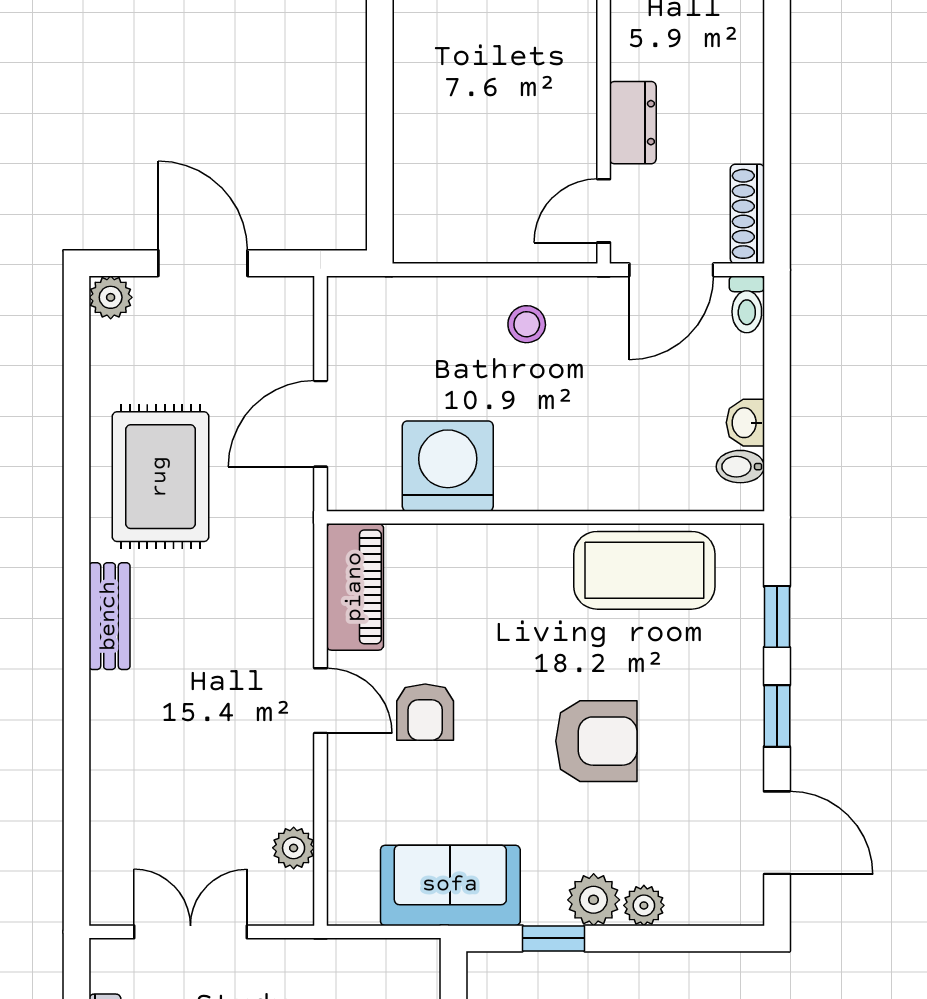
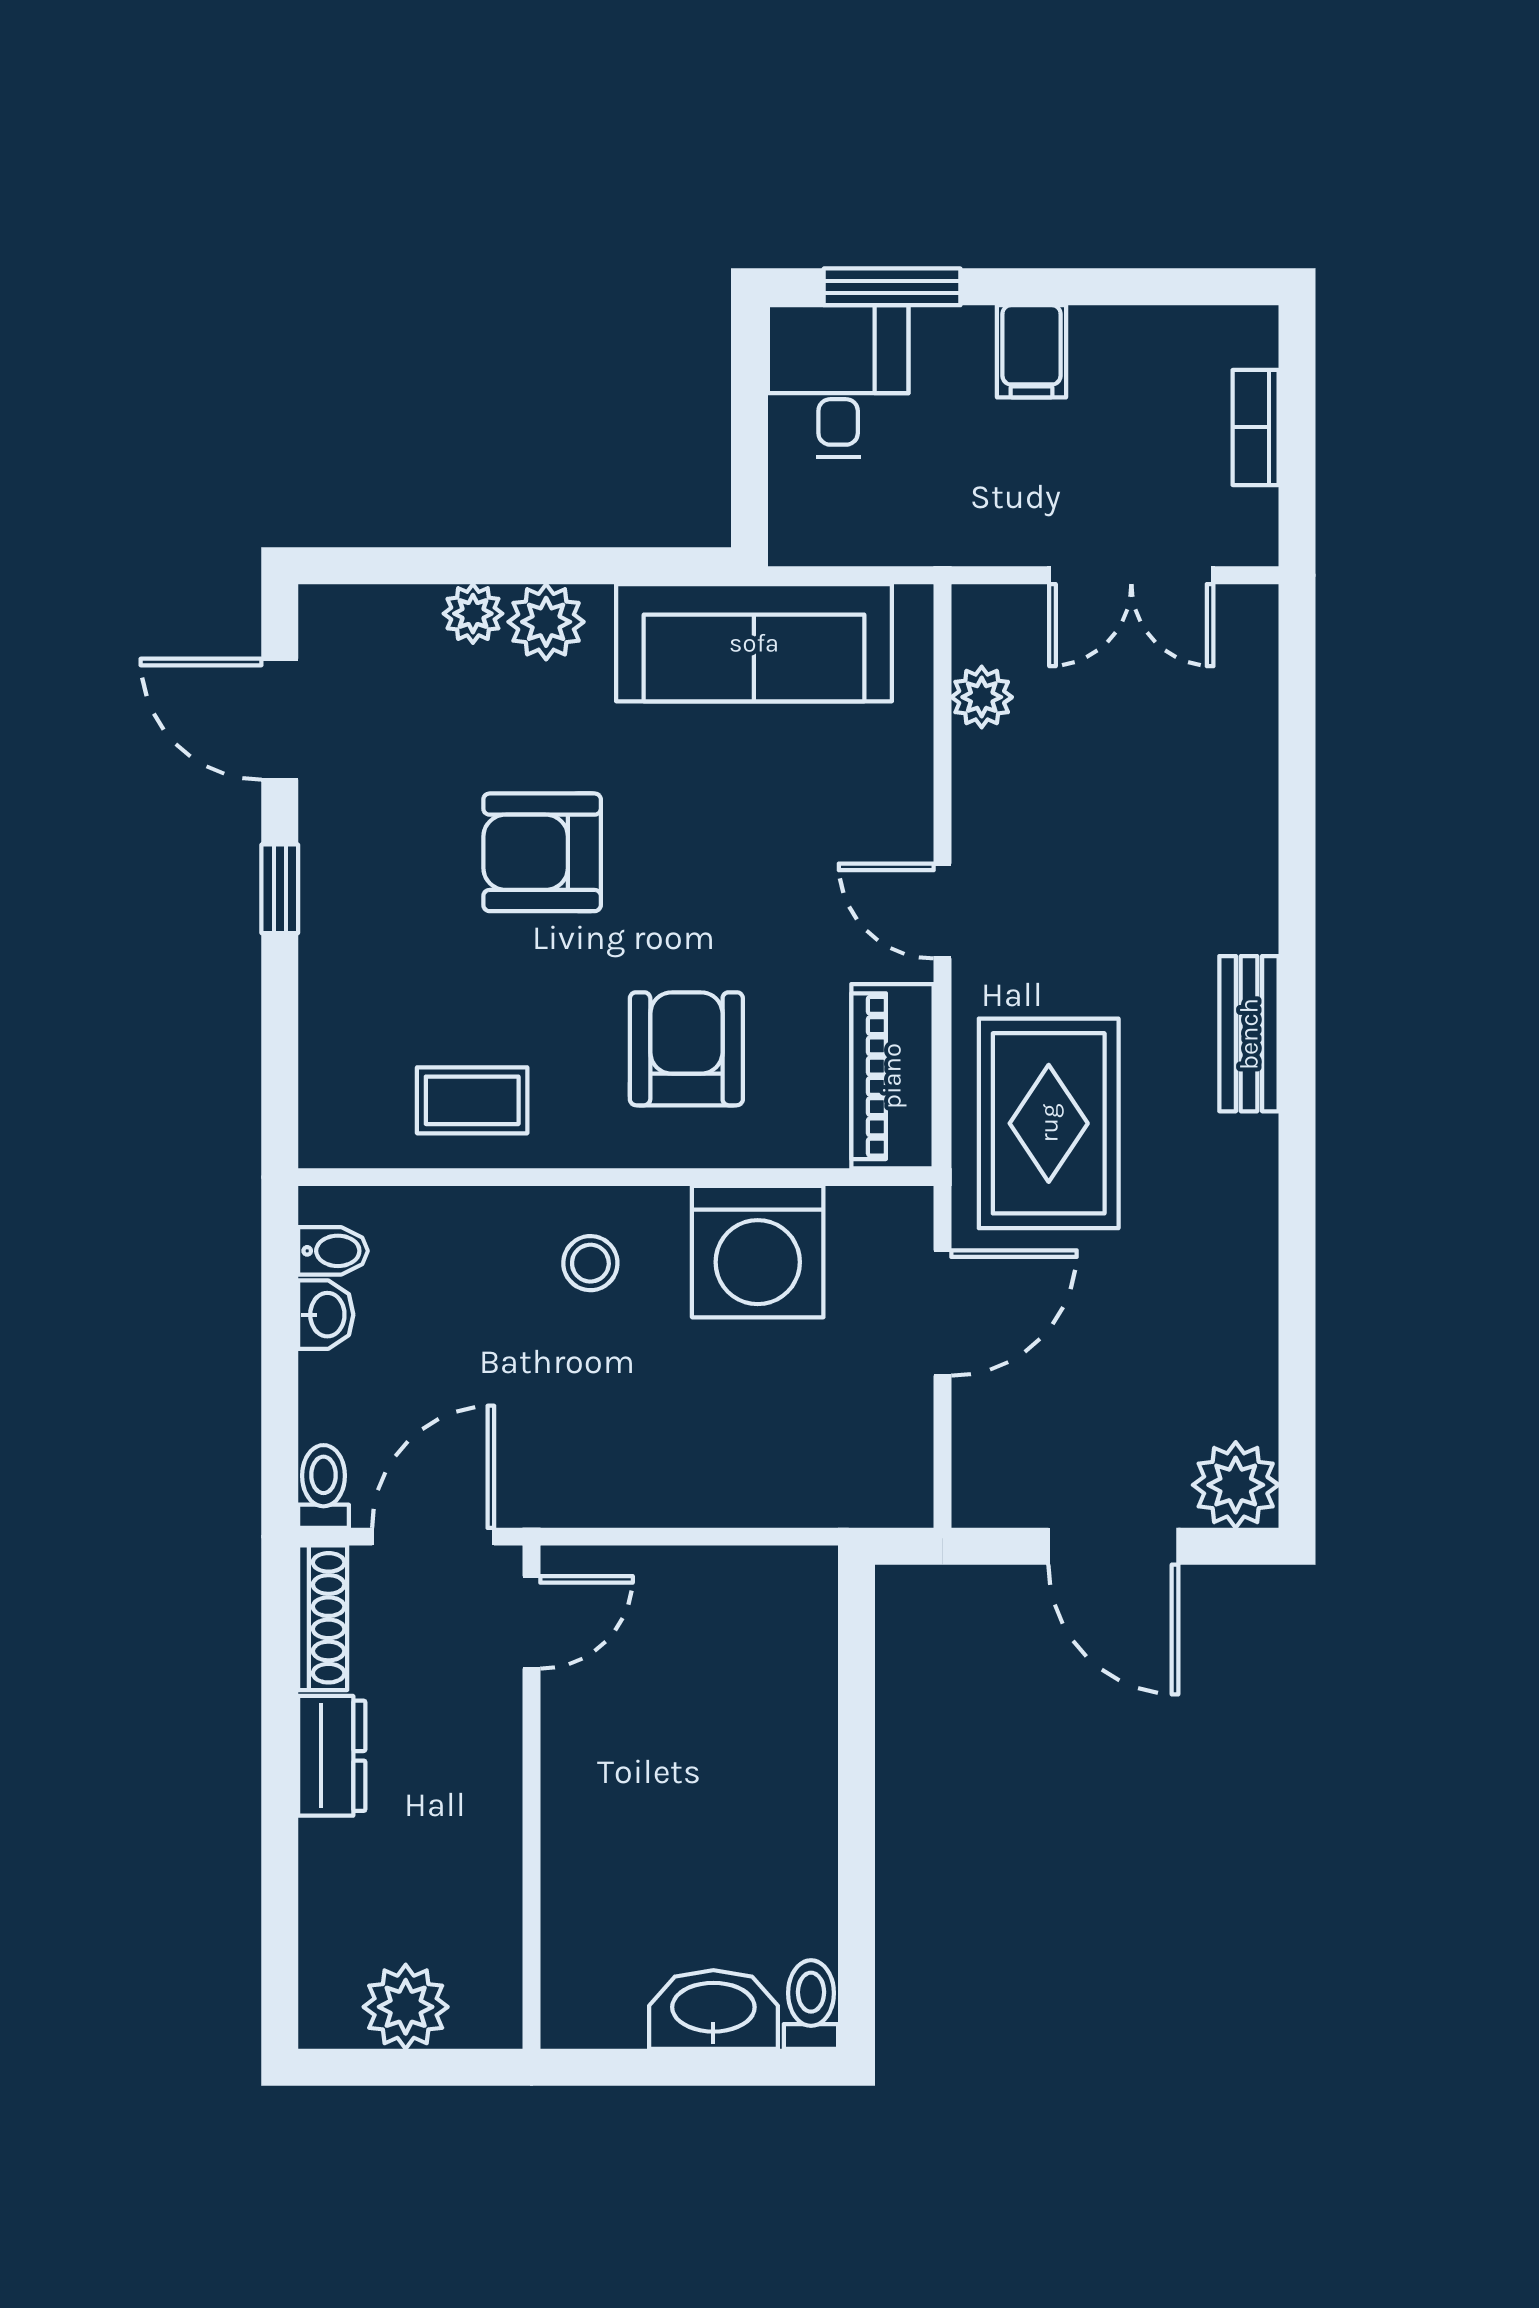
dresser: (633, 123) -> (332, 1756), moved, turned 180
plant: (111, 297) -> (1236, 1485), width x1.38, depth x1.38
stool: (527, 324) -> (590, 1263), moved
rug: (160, 477) -> (1049, 1123), moved
coffee table: (644, 570) -> (472, 1100), width x0.54, depth x0.58
window: (777, 617) -> (280, 1033), removed
armchair: (425, 712) -> (686, 1049), moved, width x1.38, depth x1.38
sofa: (450, 885) -> (754, 643), width x1.36
window: (554, 938) -> (604, 566), removed

